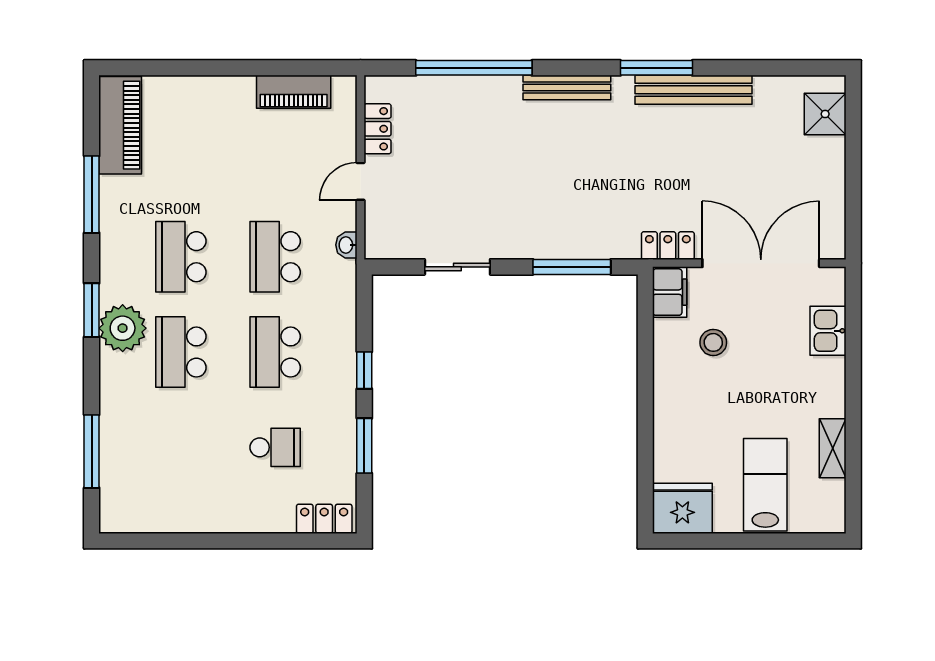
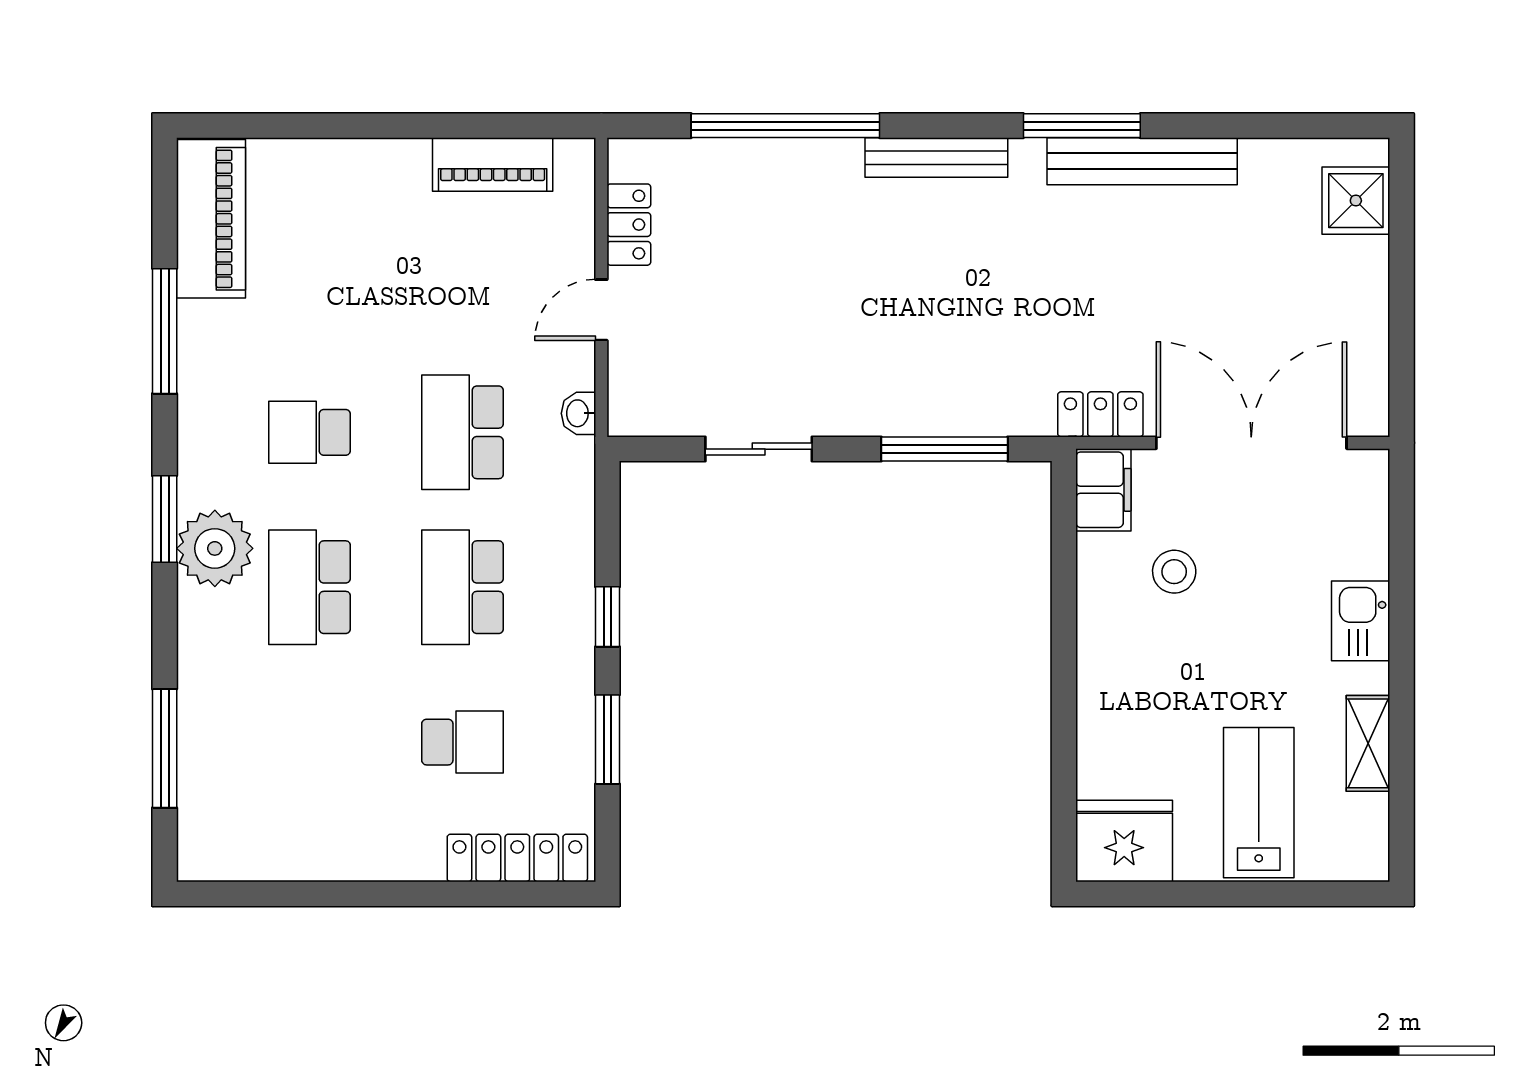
school desk: (181, 257) -> (310, 432), width x0.54
kitchen sink: (828, 331) -> (1361, 621), moved
locker: (324, 519) -> (517, 858), width x1.53

